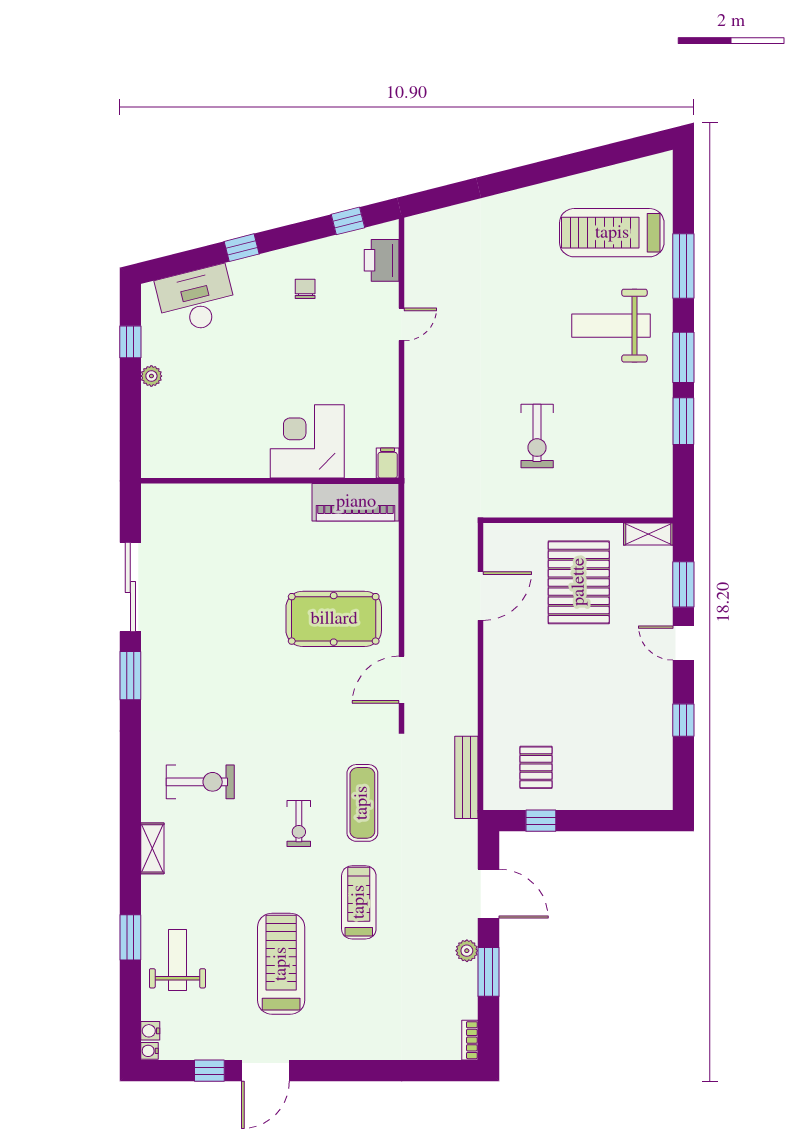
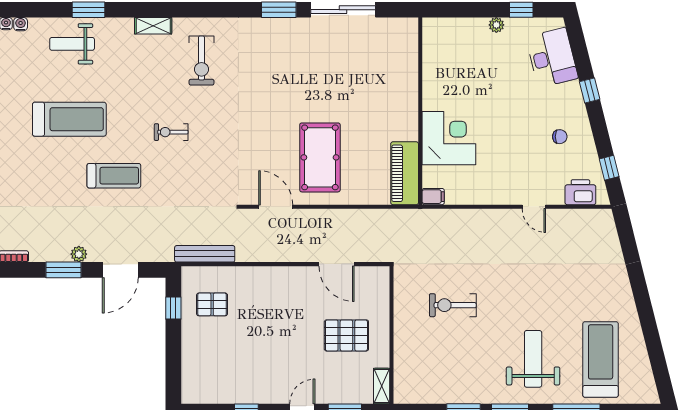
pallet: (579, 582) -> (346, 335), width x0.73, depth x0.71
exercise mat: (362, 803) -> (186, 178), removed
weight bench: (177, 960) -> (72, 44), turned 180

